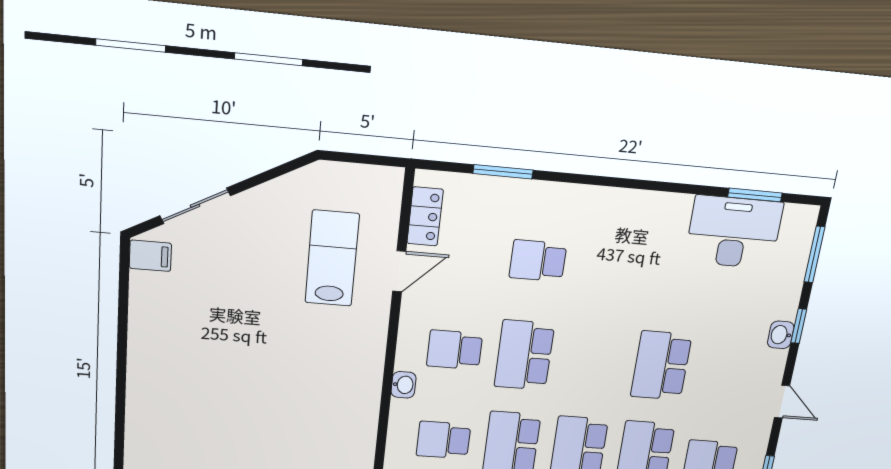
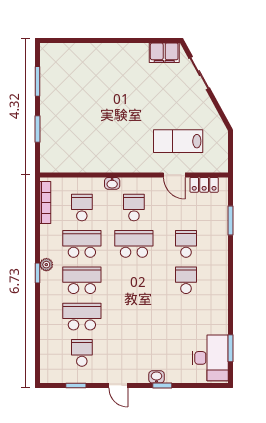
desk: (734, 232) -> (210, 358), moved
window: (814, 255) -> (202, 385), removed
filing cabinet: (150, 256) -> (164, 53), width x2.00
lab bench: (332, 258) -> (178, 141), turned 180
school desk: (661, 365) -> (186, 280), moved, width x0.54
door: (782, 402) -> (118, 385), hinge flipped

